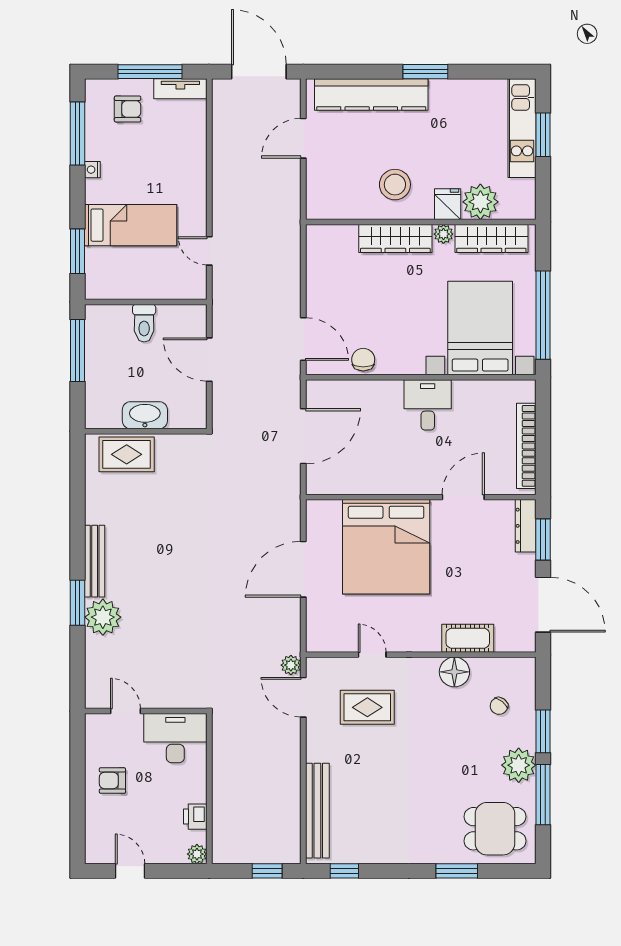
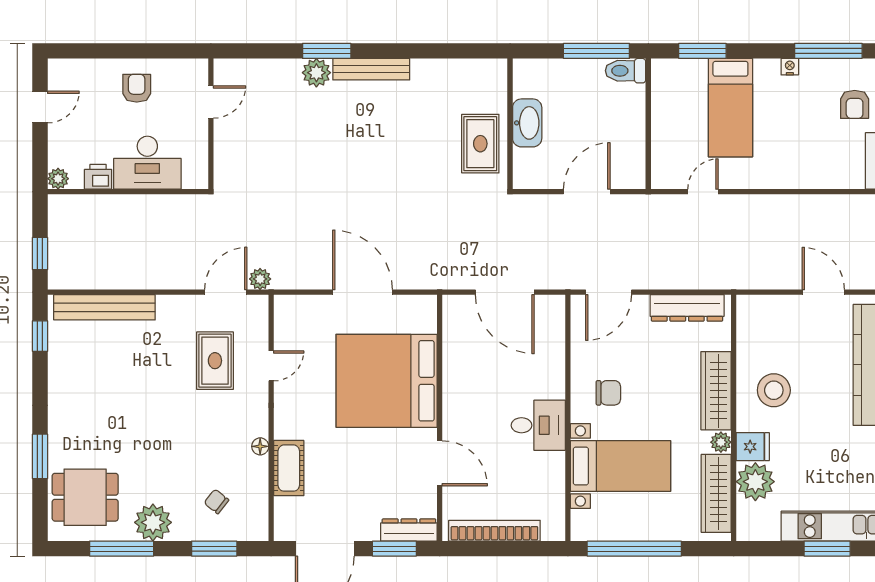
dresser: (318, 266) -> (687, 308), added
toilet: (144, 323) -> (626, 71), moved
bed with nightstands: (480, 328) -> (620, 466), width x0.73
chair: (363, 360) -> (608, 393), moved
rug: (127, 454) -> (480, 144), moved
plant: (103, 617) -> (316, 73), width x0.73, depth x0.73
floor lamp: (454, 672) -> (260, 446), width x0.53, depth x0.53
window: (543, 731) -> (214, 549), moved
desk: (175, 738) -> (147, 163), moved, turned 90
dining table: (495, 829) -> (85, 497), turned 90

